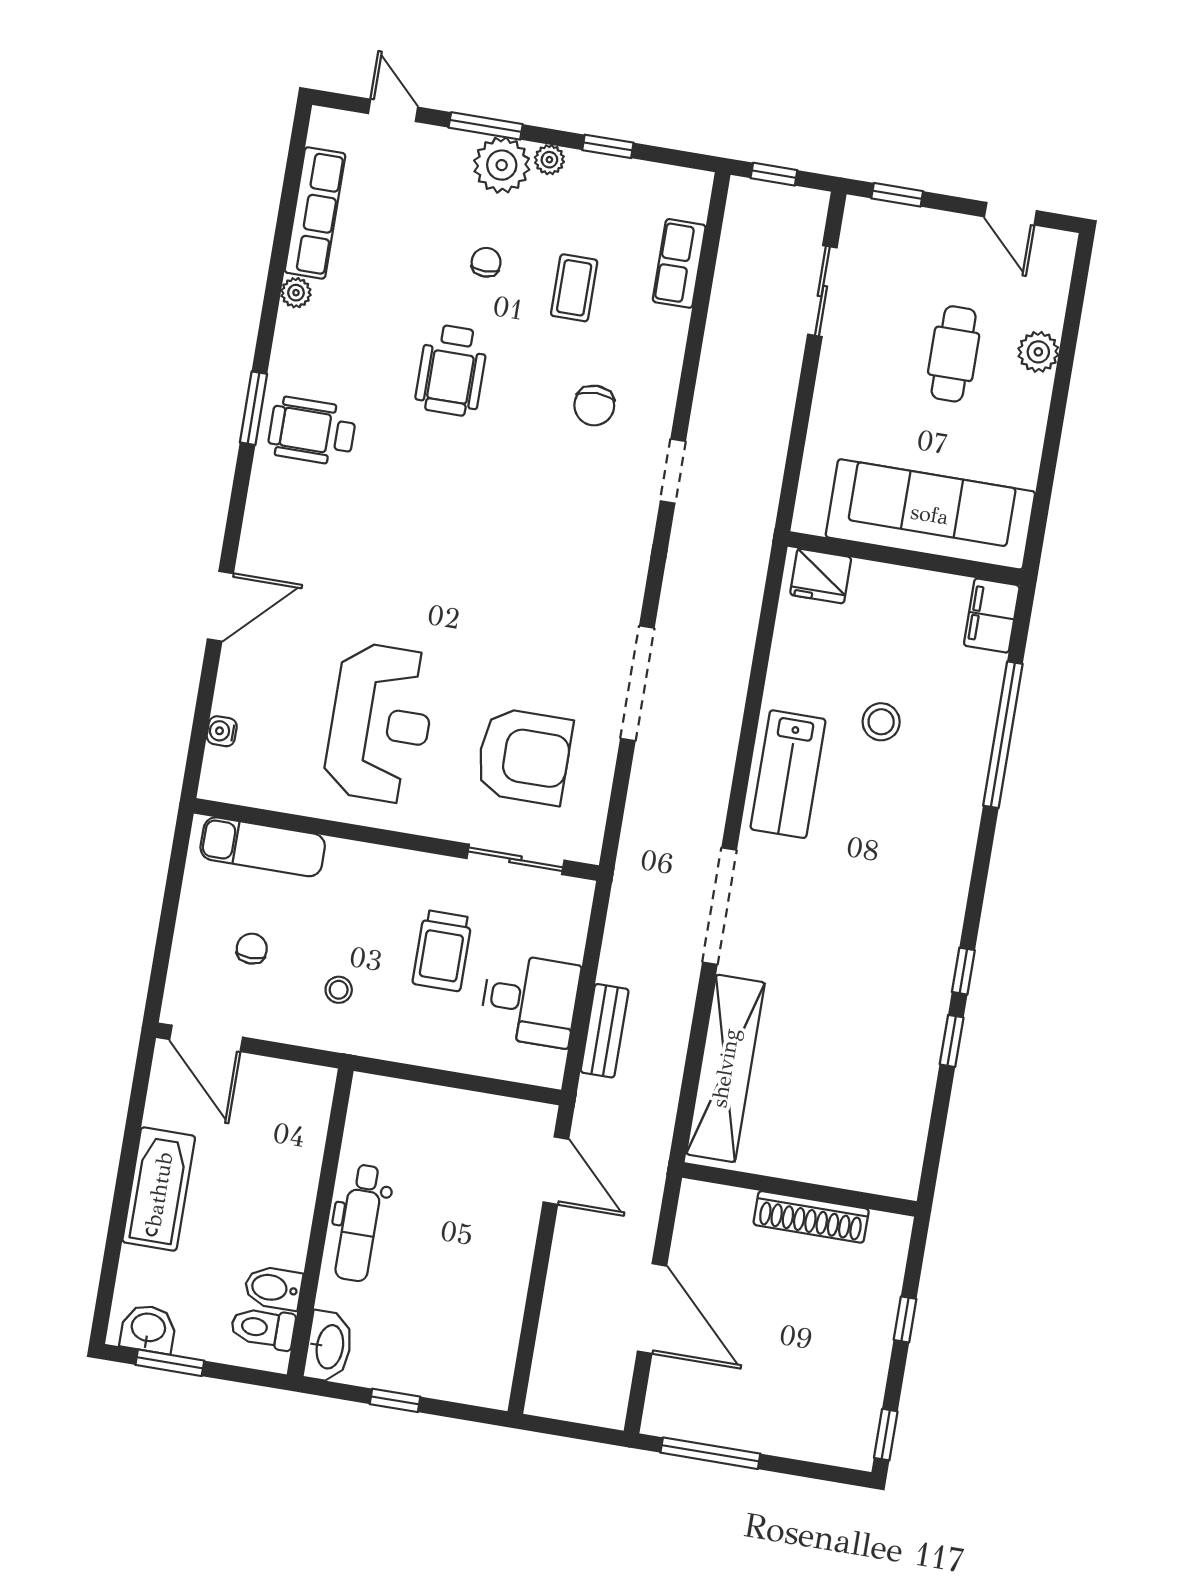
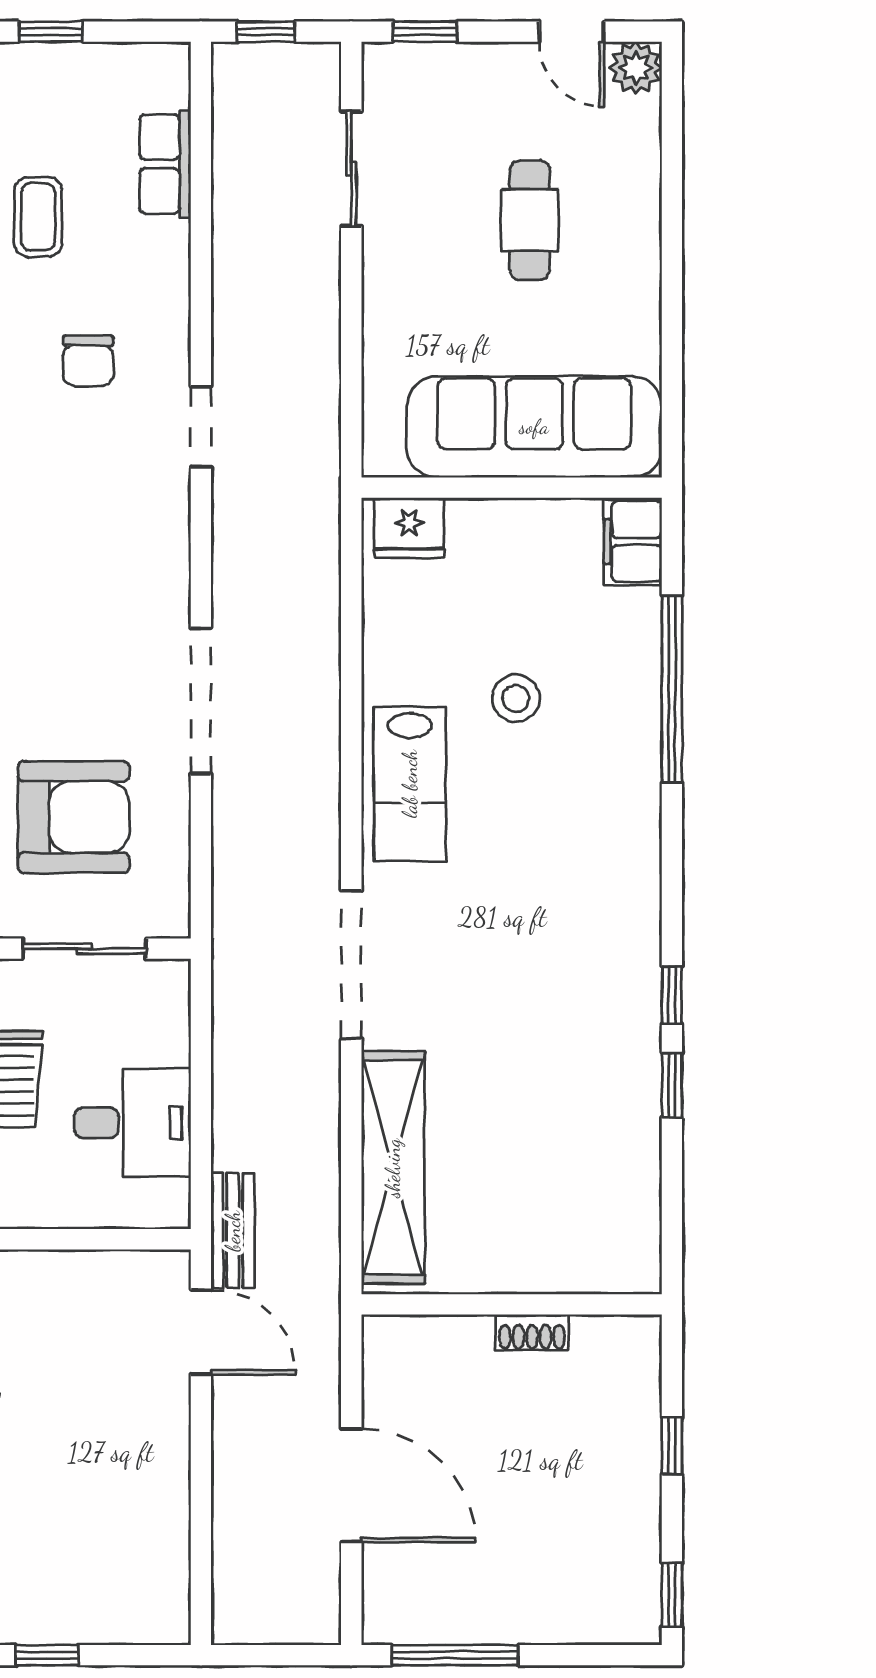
plant: (1038, 352) -> (636, 68), moved
bench: (605, 1031) -> (233, 1231), moved
shoe rack: (811, 1217) -> (532, 1332), width x0.51, depth x0.81

